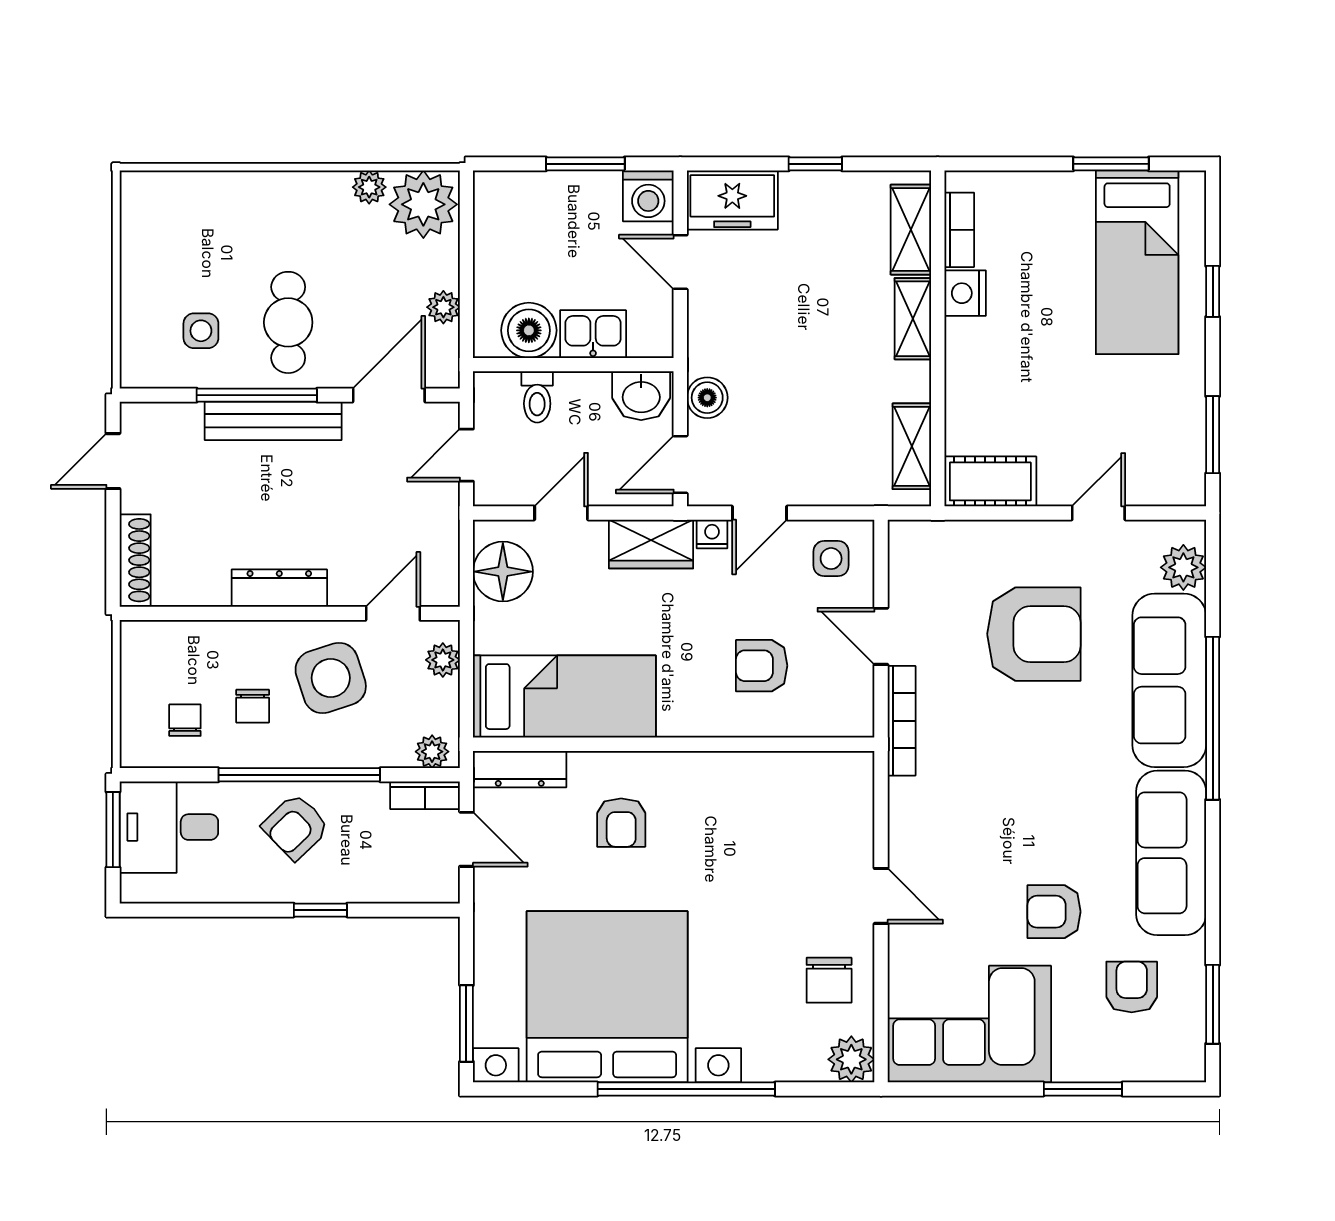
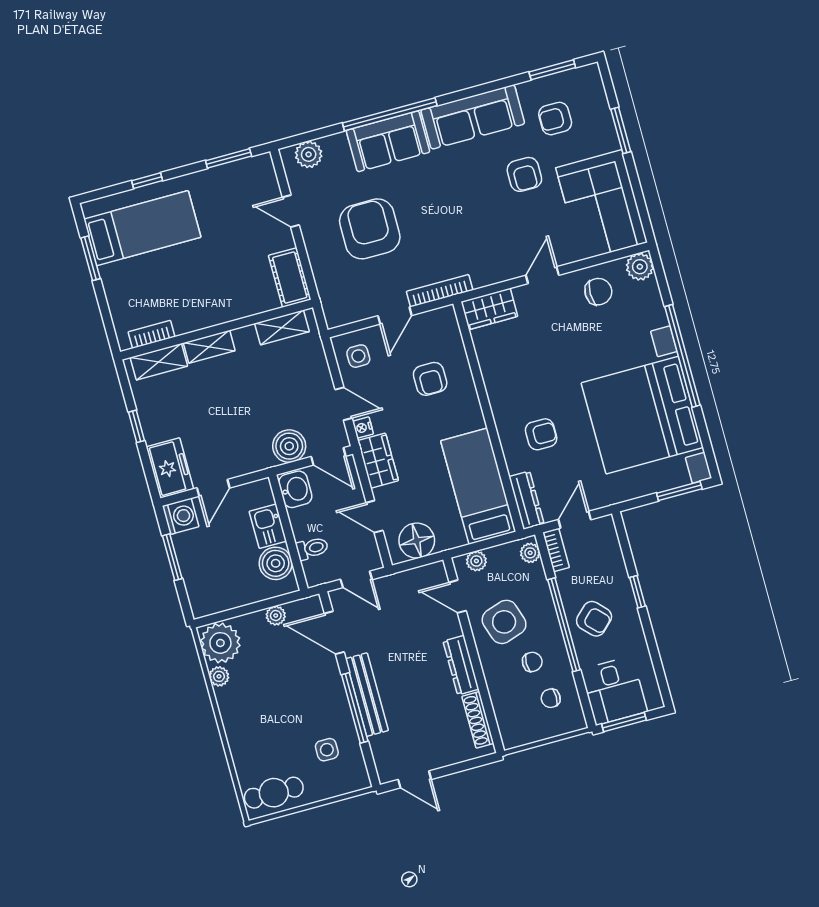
nightstand: (965, 293) -> (187, 321), removed
cafe table: (288, 322) -> (274, 793), moved
boiler: (707, 398) -> (289, 446), width x1.36, depth x1.36
shoe rack: (135, 560) -> (478, 720), moved, turned -90
sofa: (1169, 680) -> (388, 141), width x0.73
wardrobe: (849, 794) -> (489, 309), added

